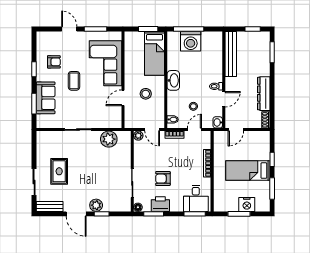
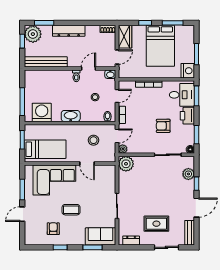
plant: (260, 40) -> (33, 34), added
washing machine: (191, 41) -> (42, 112), moved, turned -90
bed: (155, 53) -> (45, 149), moved
stool: (146, 94) -> (94, 140), moved
dresser: (264, 94) -> (69, 31), moved
sofa: (46, 98) -> (101, 236), moved
door: (224, 99) -> (88, 68), hinge flipped
door: (194, 130) -> (117, 96), swing flipped
door: (236, 130) -> (117, 57), hinge flipped
wardrobe: (258, 138) -> (125, 37), added
plant: (109, 139) -> (126, 164), moved
dresser: (41, 144) -> (131, 241), added
bed: (248, 171) -> (160, 46), width x1.50
armchair: (163, 179) -> (163, 126), turned 90
printer: (160, 204) -> (187, 116), moved
nightstand: (247, 204) -> (188, 71), moved
plant: (96, 205) -> (188, 174), moved

